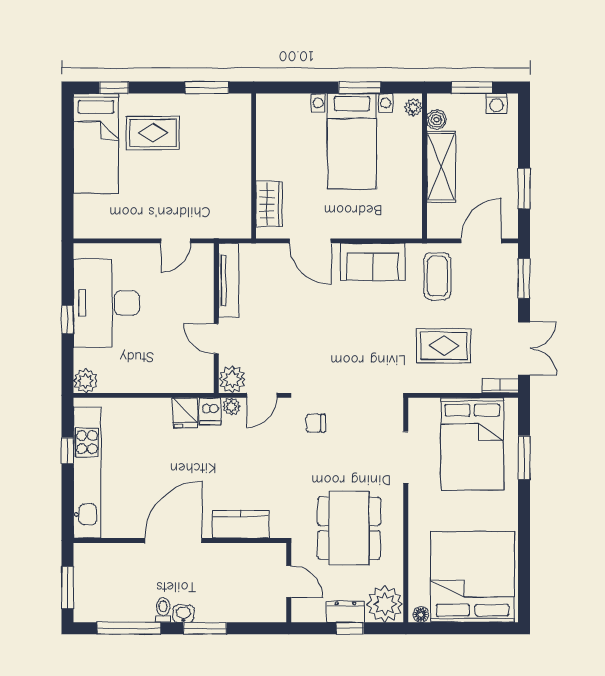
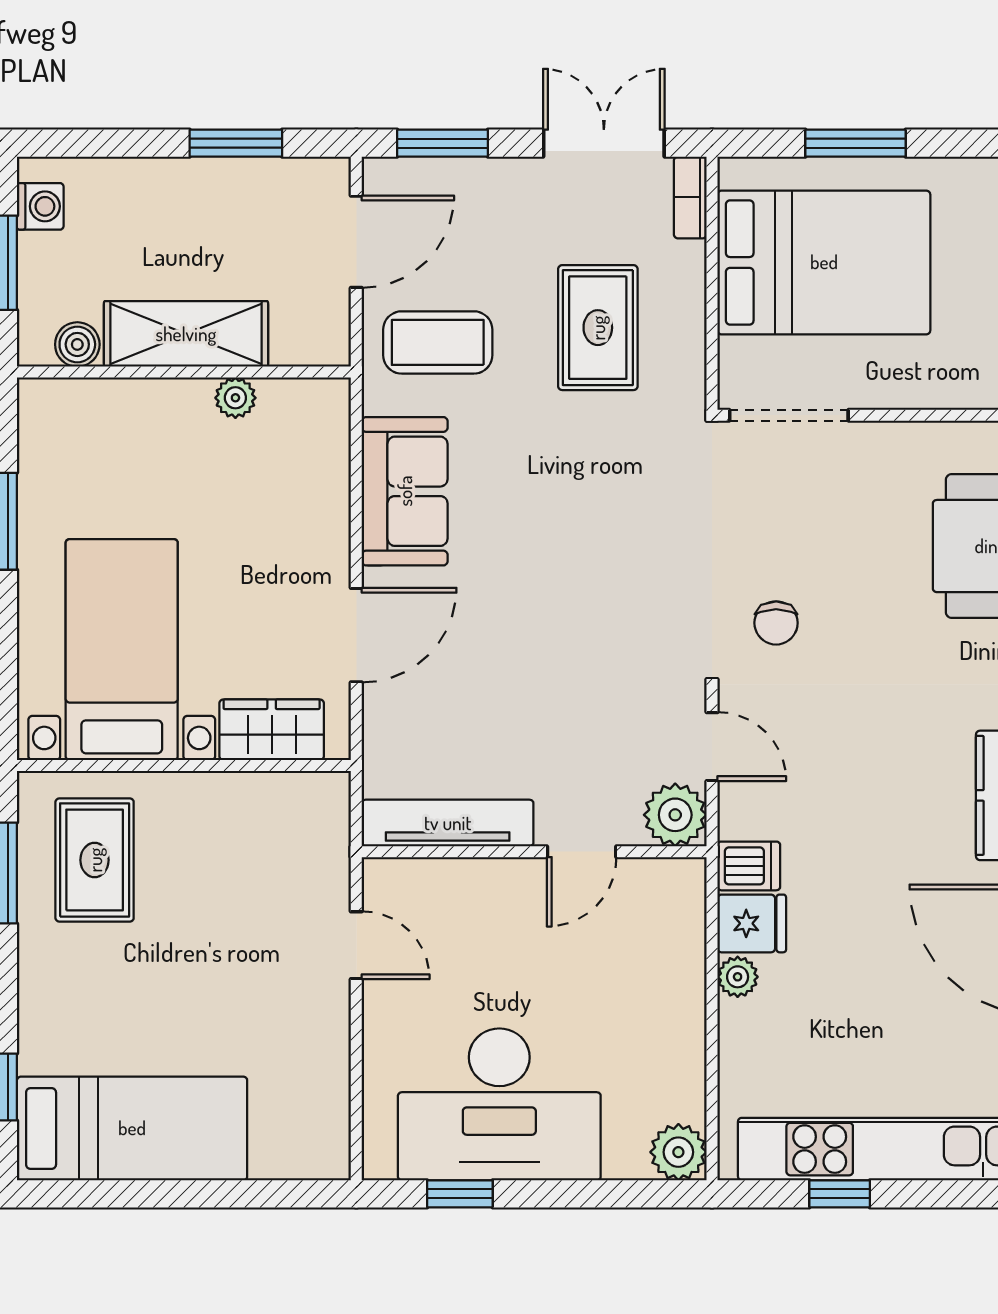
plant: (413, 108) -> (235, 398), moved
rug: (153, 133) -> (95, 860), moved
bed with nightstands: (352, 141) -> (122, 650), moved, turned -90
door: (481, 241) -> (356, 242), swing flipped
window: (68, 319) -> (460, 1194), moved
plant: (231, 407) -> (738, 977), moved
doorway: (406, 457) -> (789, 415), moved

